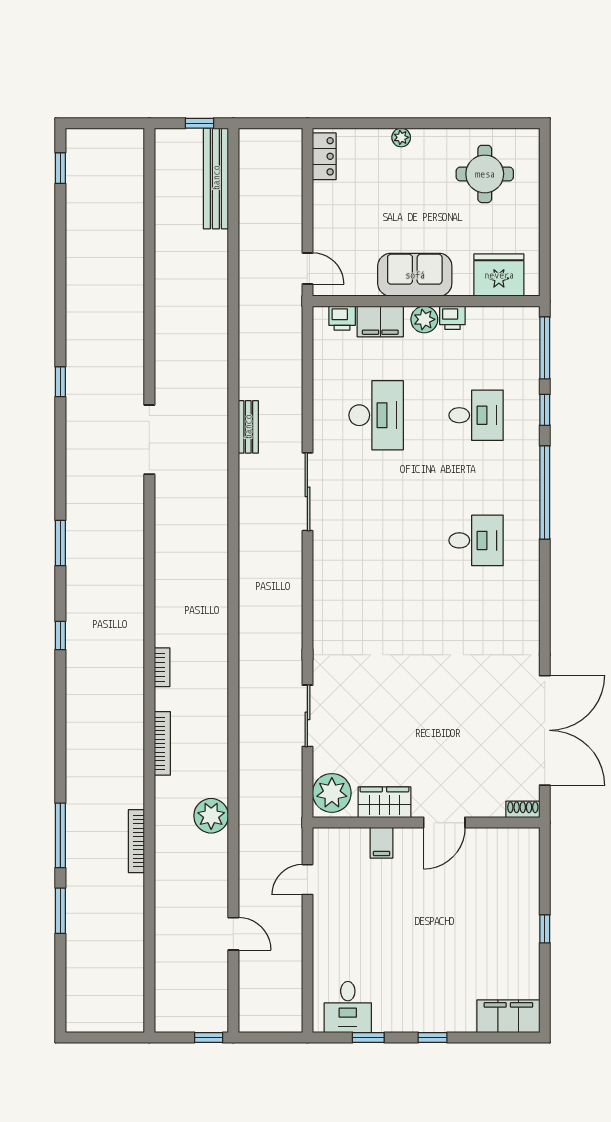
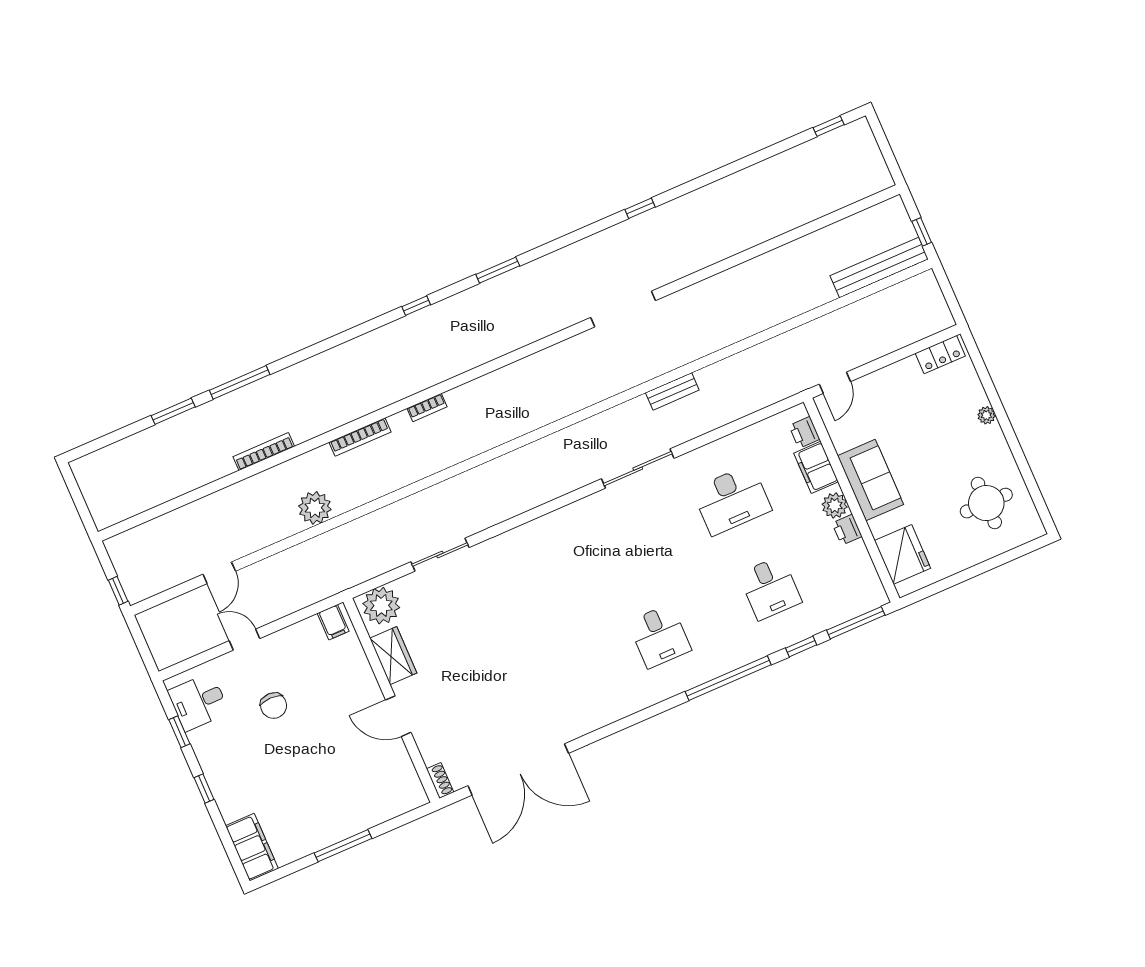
filing cabinet: (382, 843) -> (333, 622), moved, turned -90
door: (307, 880) -> (244, 640), moved
window: (545, 929) -> (343, 846), width x2.17
chair: (382, 937) -> (274, 706), added

